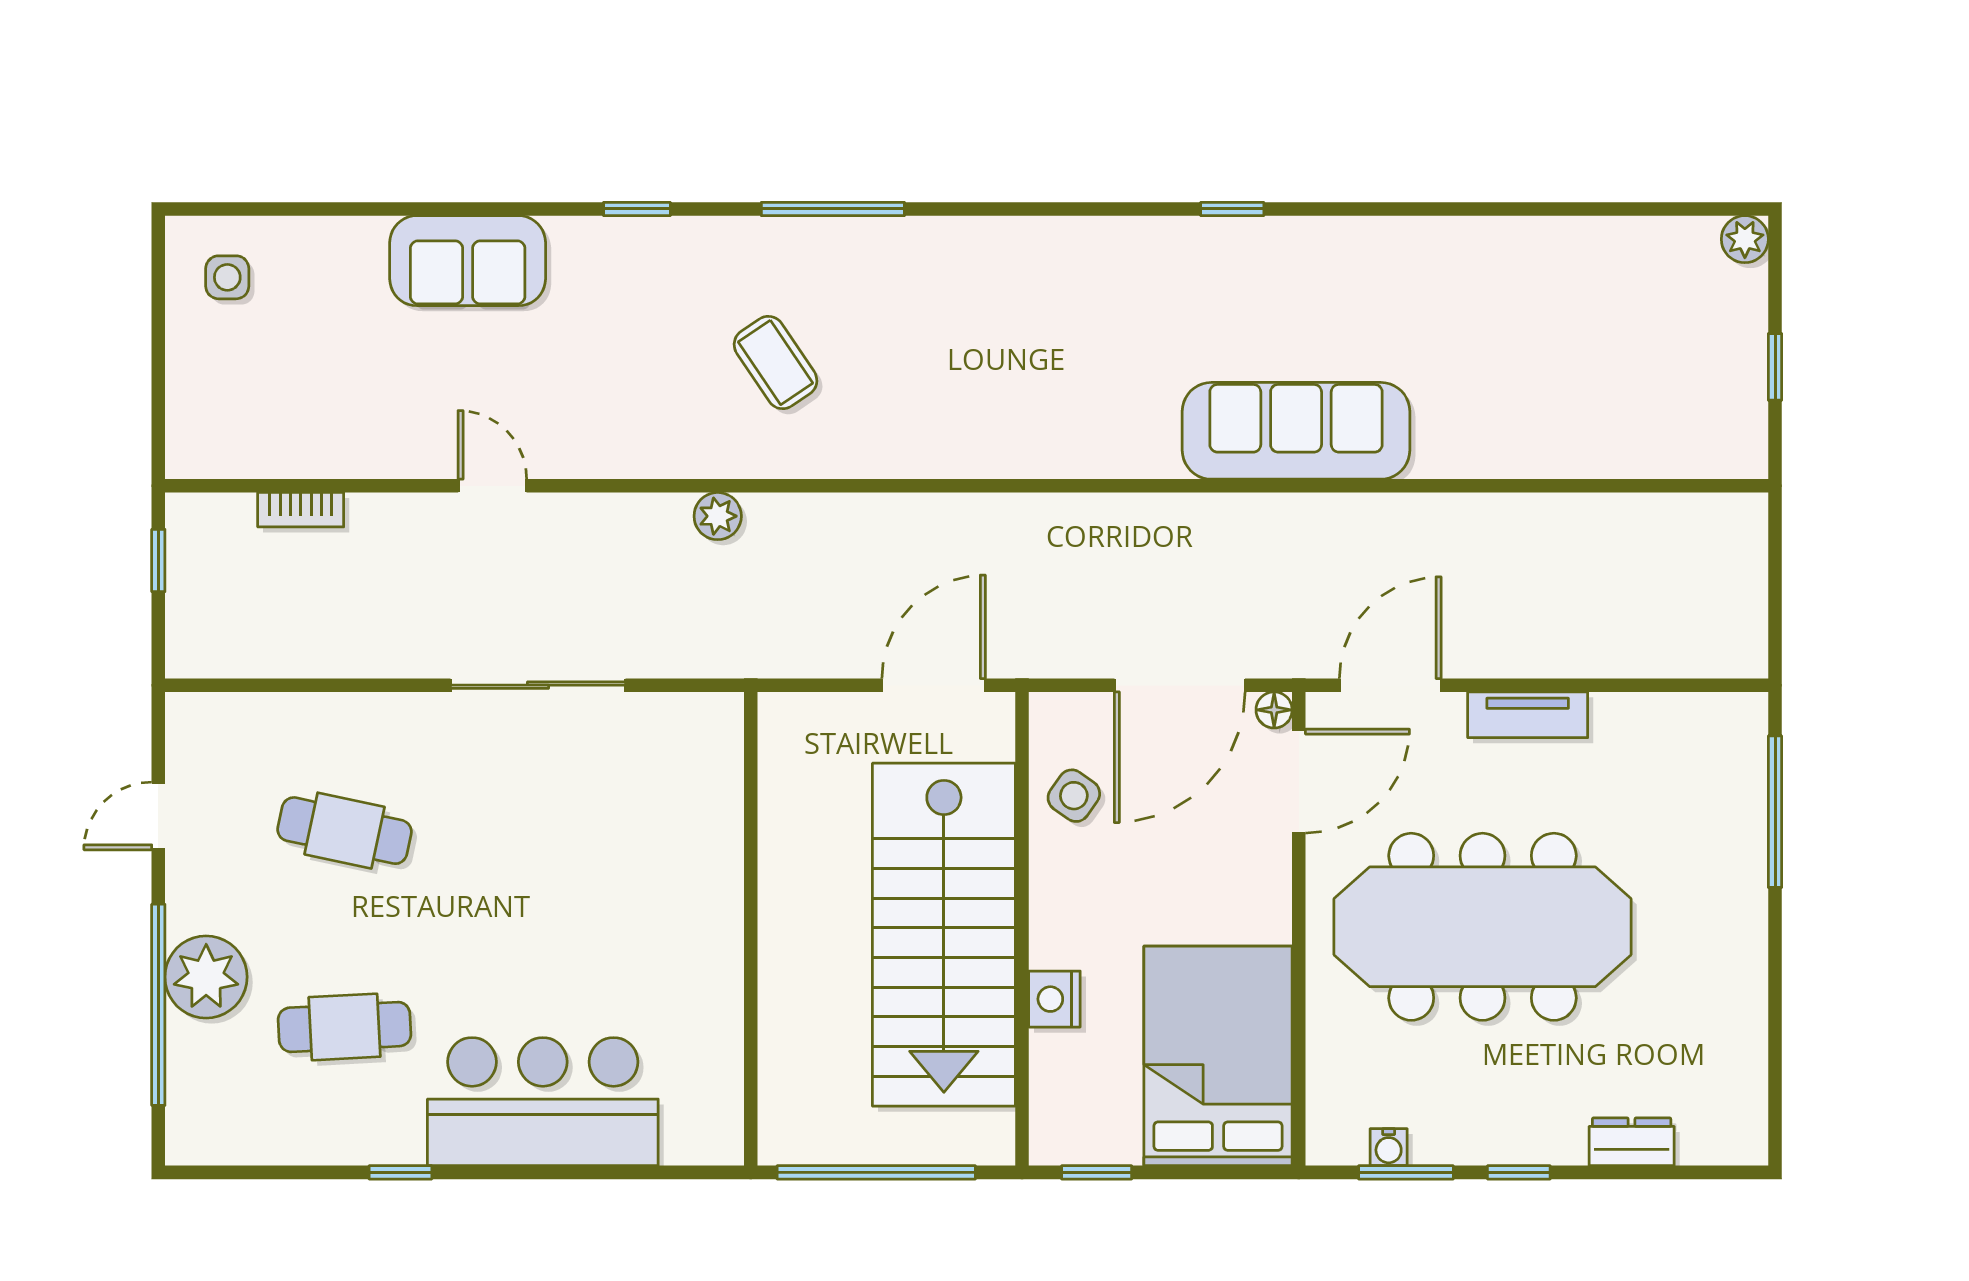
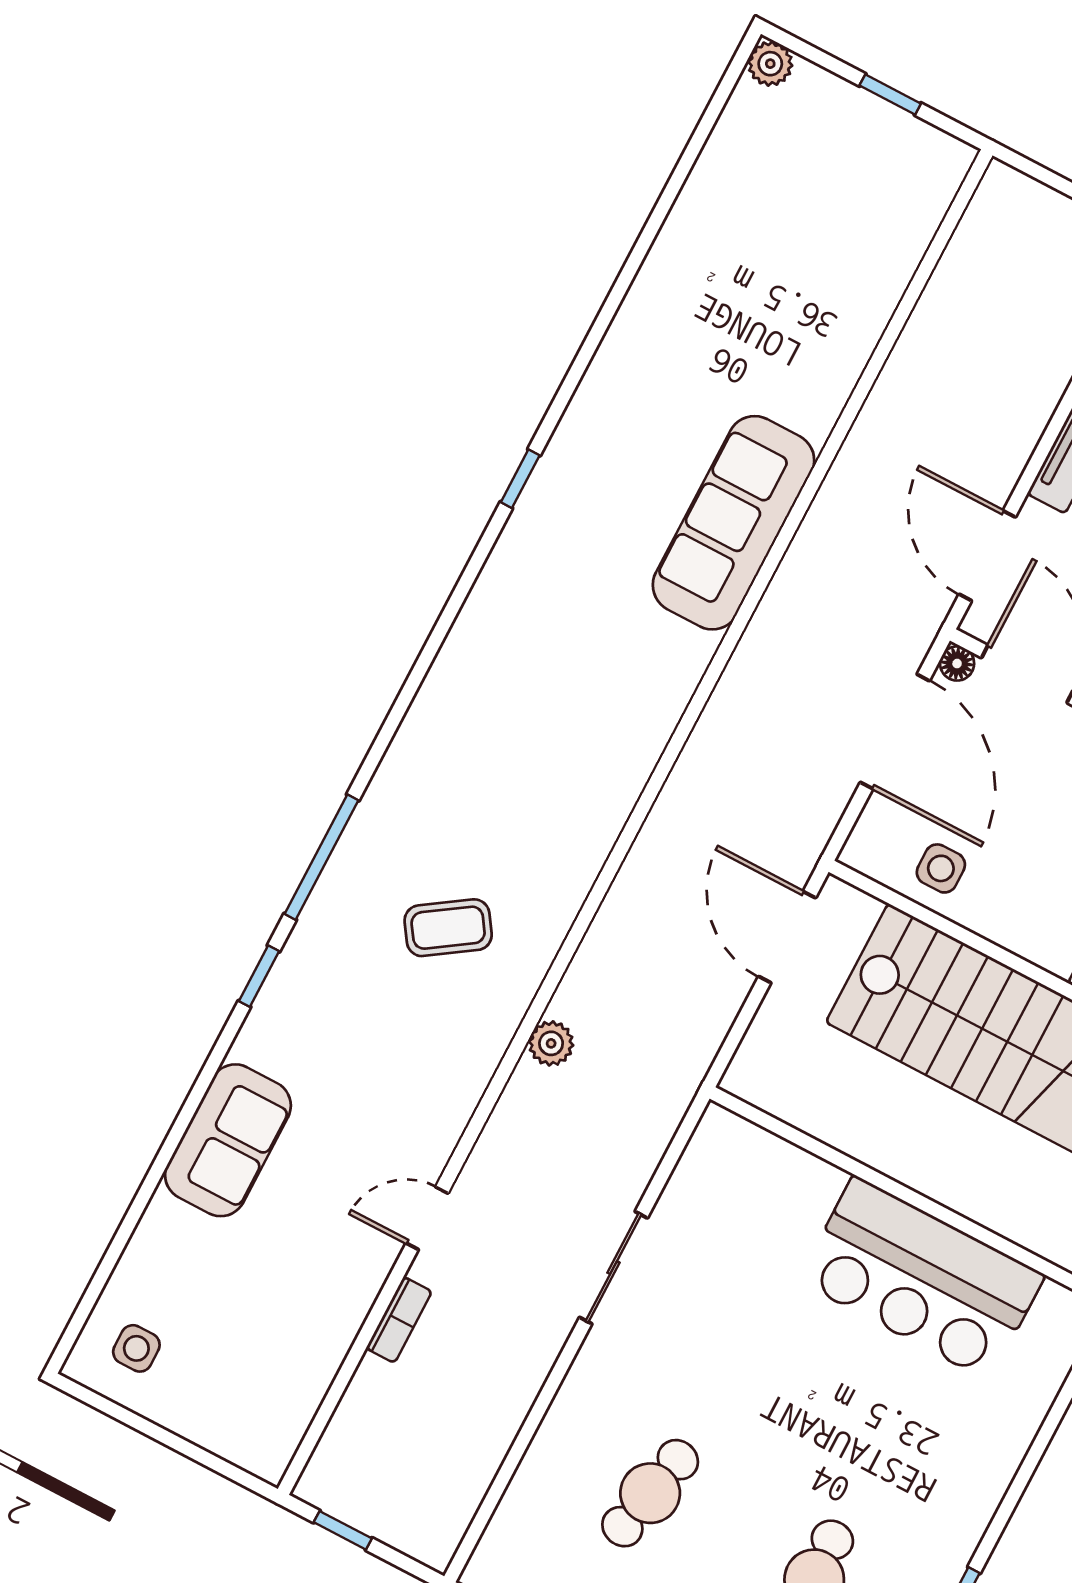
window: (833, 209) -> (322, 857), moved
bookcase: (301, 510) -> (399, 1320), moved
sliding door: (538, 685) -> (613, 1268), width x0.73
side table: (1074, 796) -> (941, 868), turned -35
bar counter: (543, 1102) -> (922, 1278), moved, turned -90

